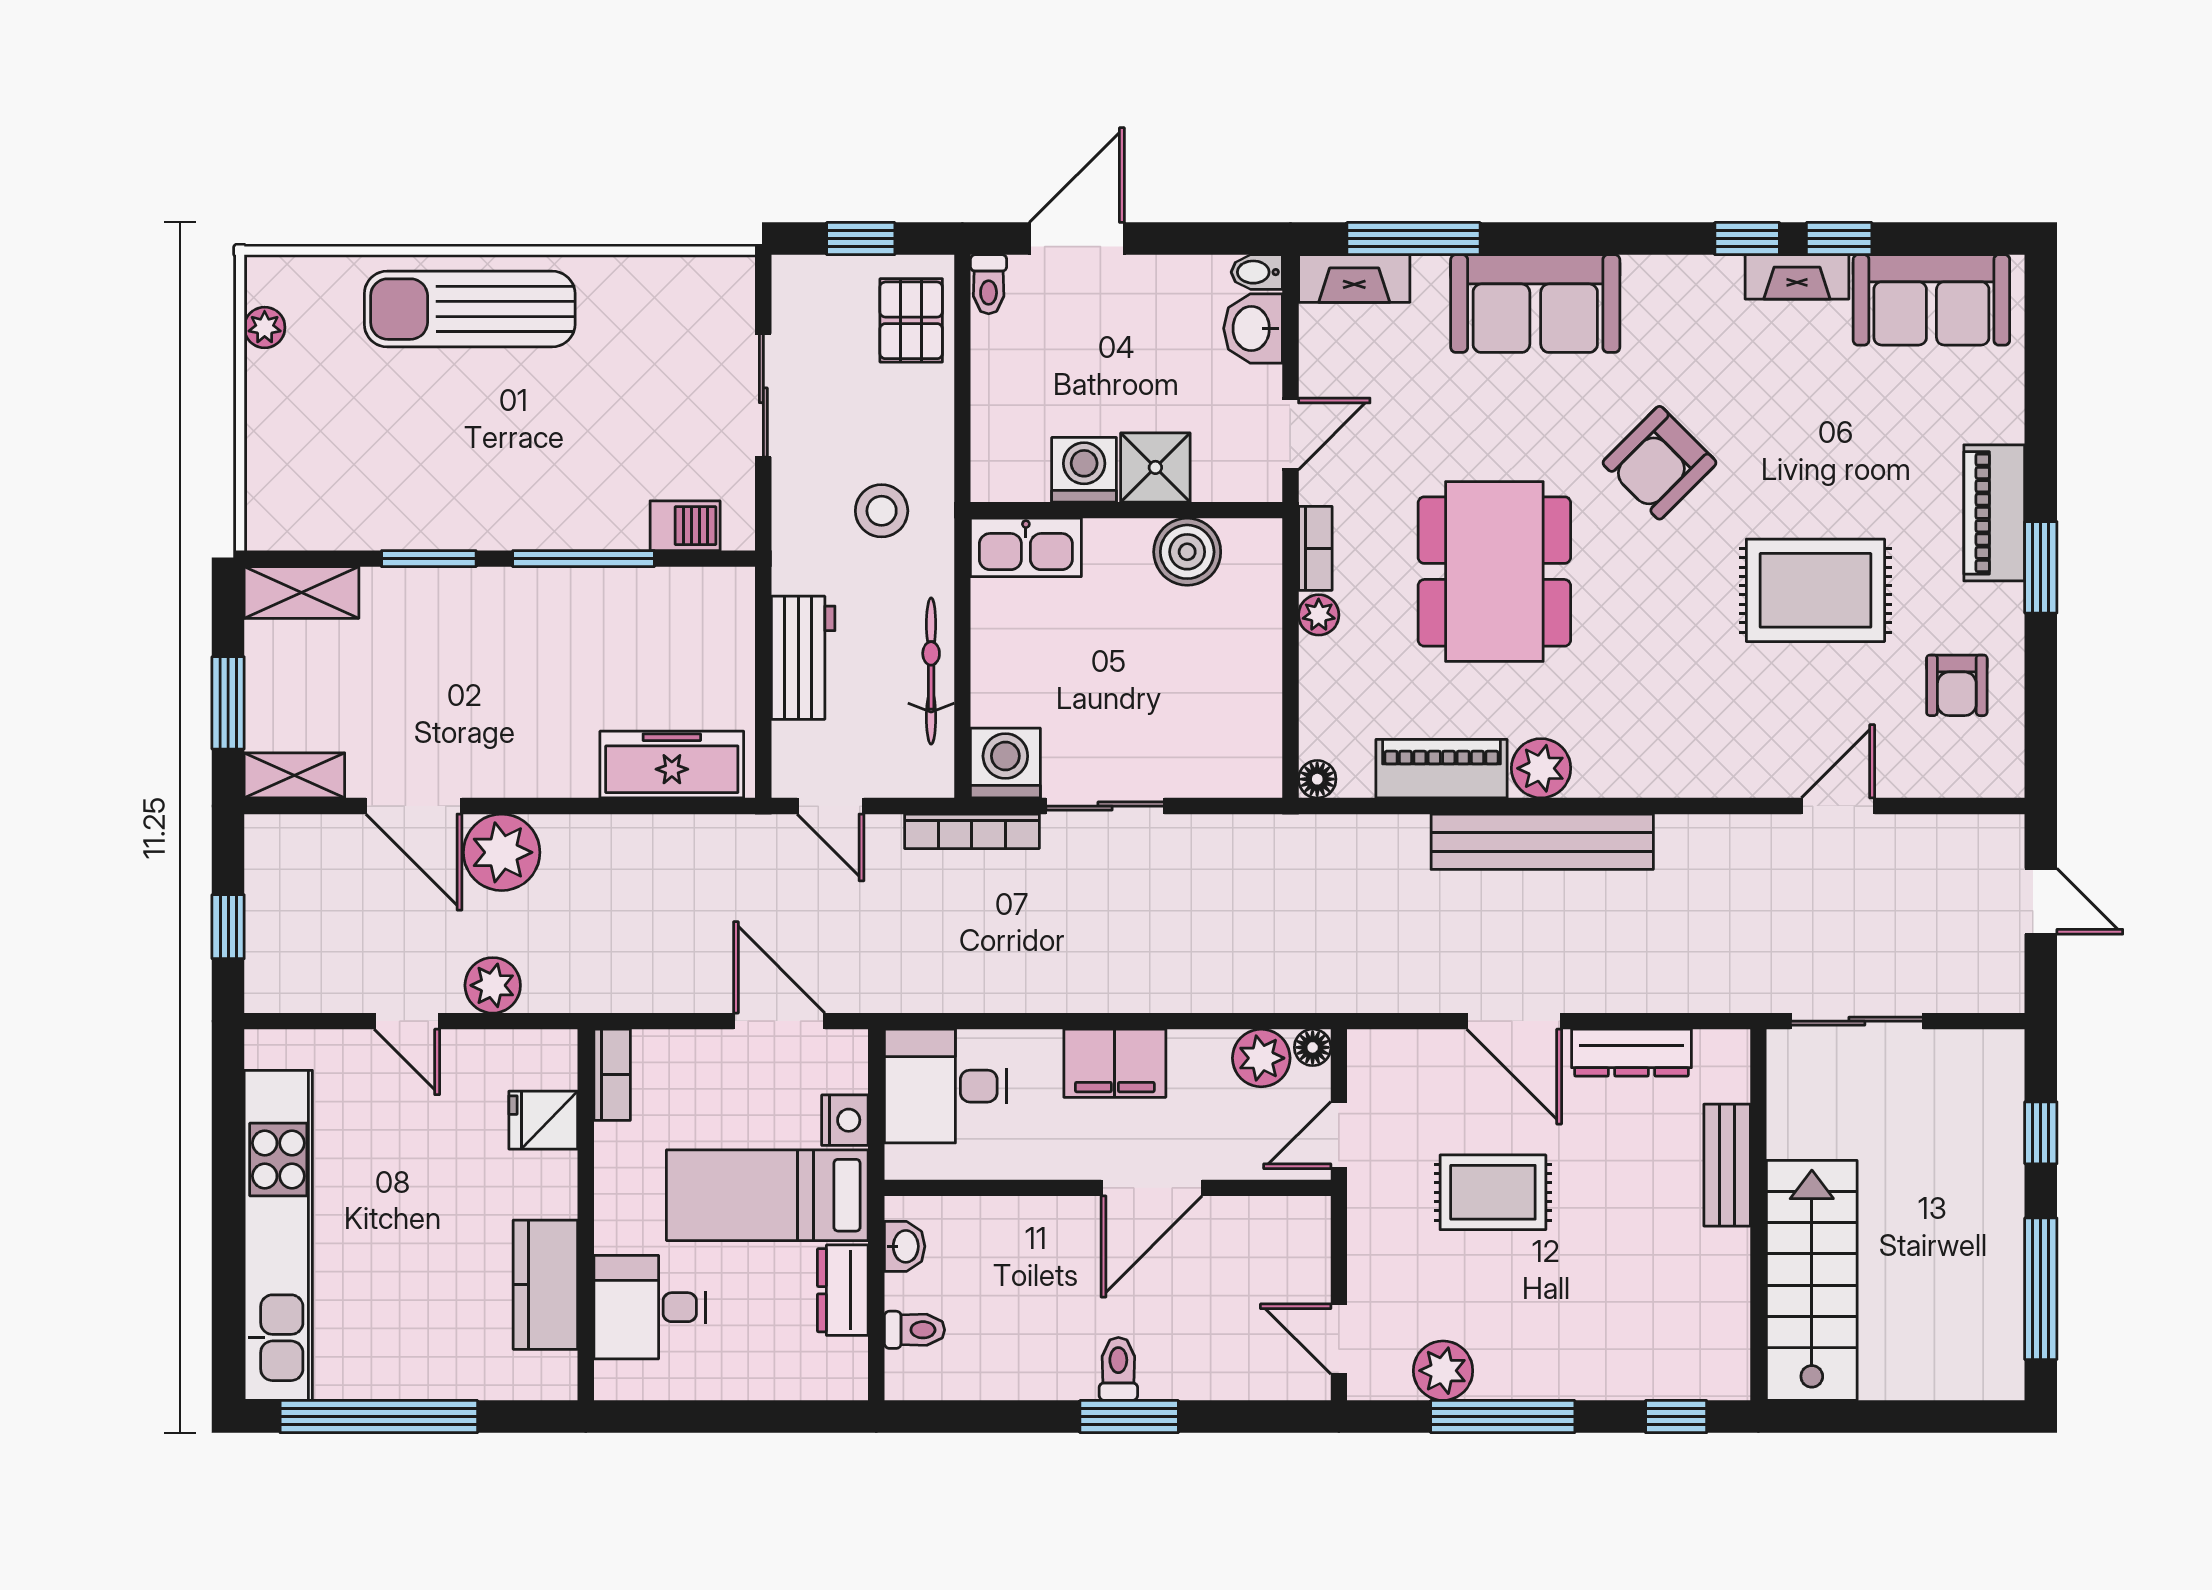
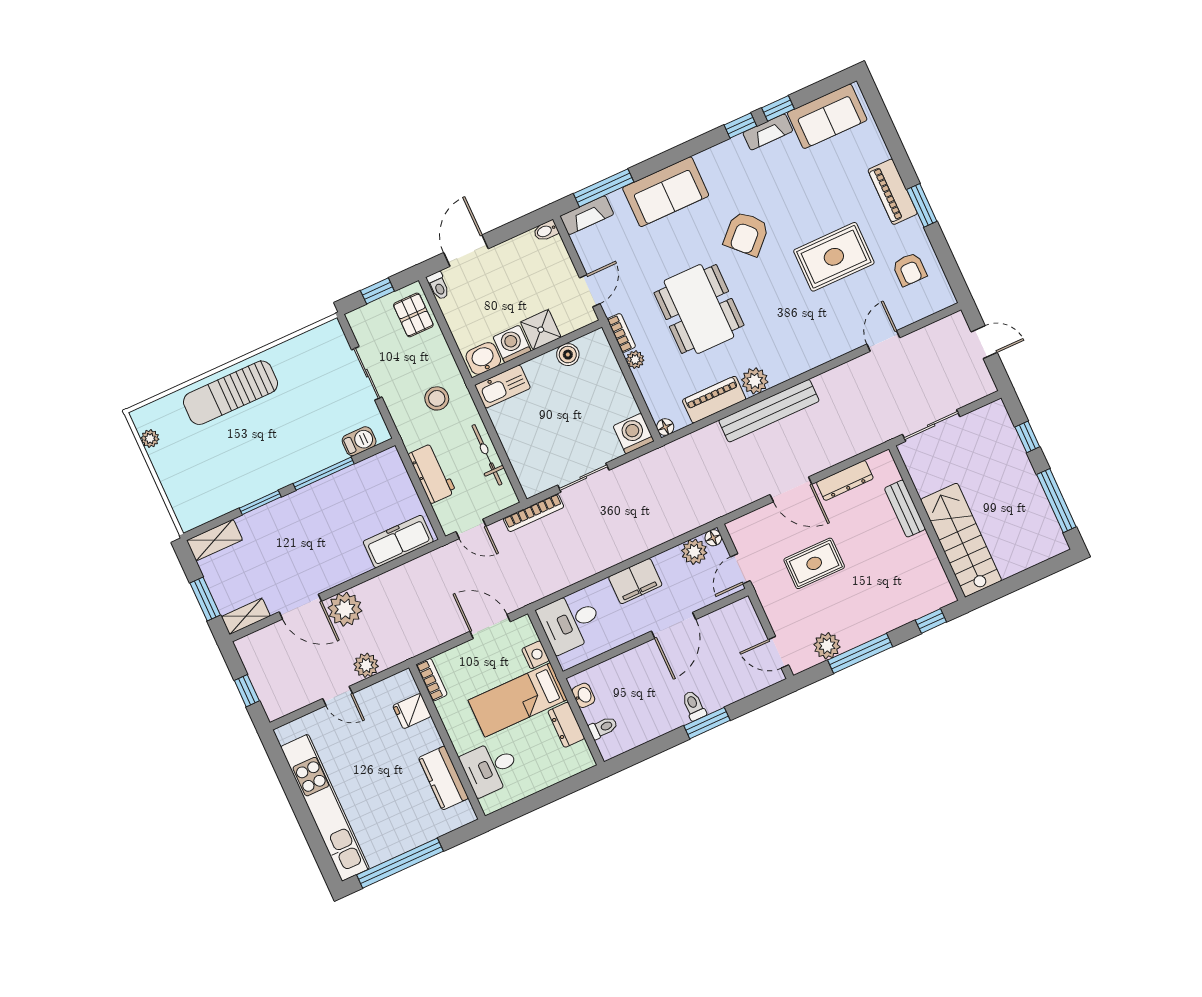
washbasin: (1253, 328) -> (483, 358), moved, turned 90
boiler: (1187, 552) -> (568, 355), width x0.73, depth x0.73
washing machine: (1005, 763) -> (634, 433), moved

